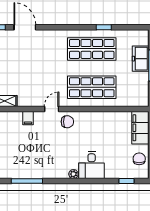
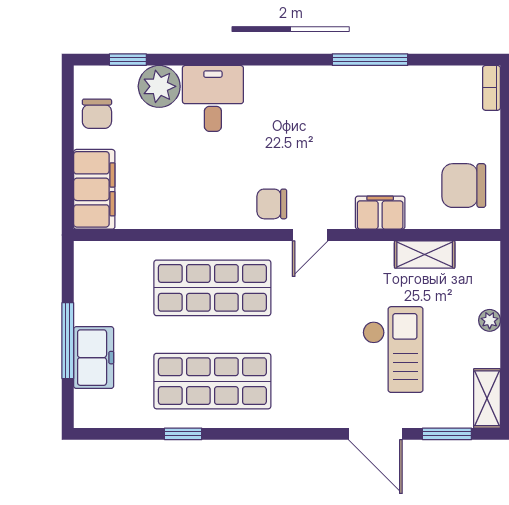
checkout: (18, 62) -> (393, 350), added
filing cabinet: (28, 118) -> (380, 213), width x2.00
plant: (73, 174) -> (159, 86), moved, width x1.87, depth x1.87

